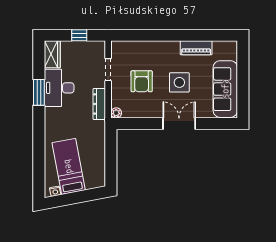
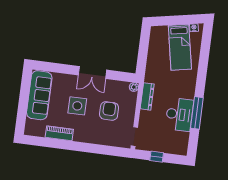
wardrobe: (52, 54) -> (181, 143), removed
doorway: (108, 70) -> (134, 136), moved
window: (39, 92) -> (197, 113), width x1.44
double door: (179, 124) -> (92, 72), moved

